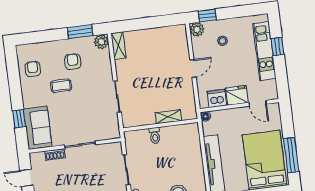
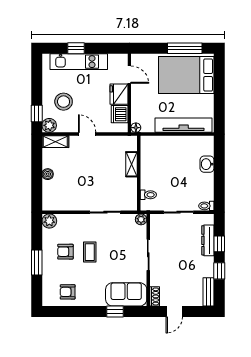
window: (80, 32) -> (37, 263), moved
boiler: (148, 34) -> (48, 174), added
stool: (222, 41) -> (64, 102), width x1.89, depth x1.89
shelving: (118, 46) -> (55, 142), moved
coffee table: (61, 86) -> (90, 252), moved
door: (258, 103) -> (129, 75), hinge flipped
plant: (115, 133) -> (141, 219), added
toilet: (155, 136) -> (148, 195), moved
shoe rack: (55, 154) -> (155, 296), moved

